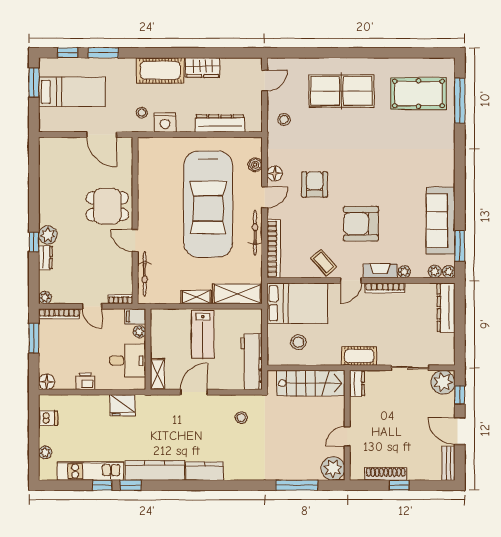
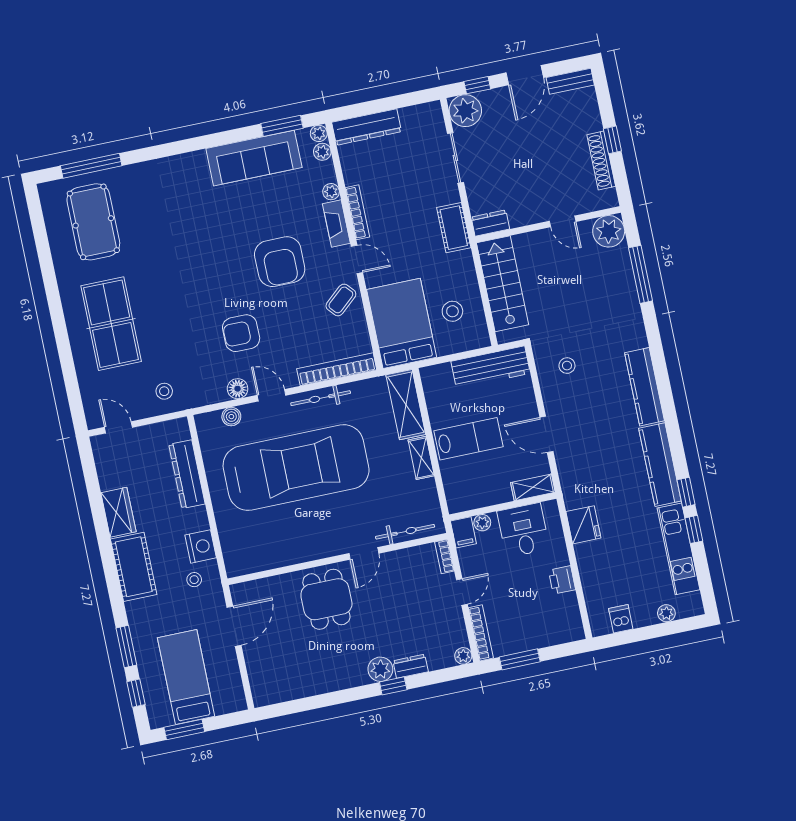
floor lamp: (47, 382) -> (573, 631), removed
kitchen counter: (205, 471) -> (645, 387), width x1.50

